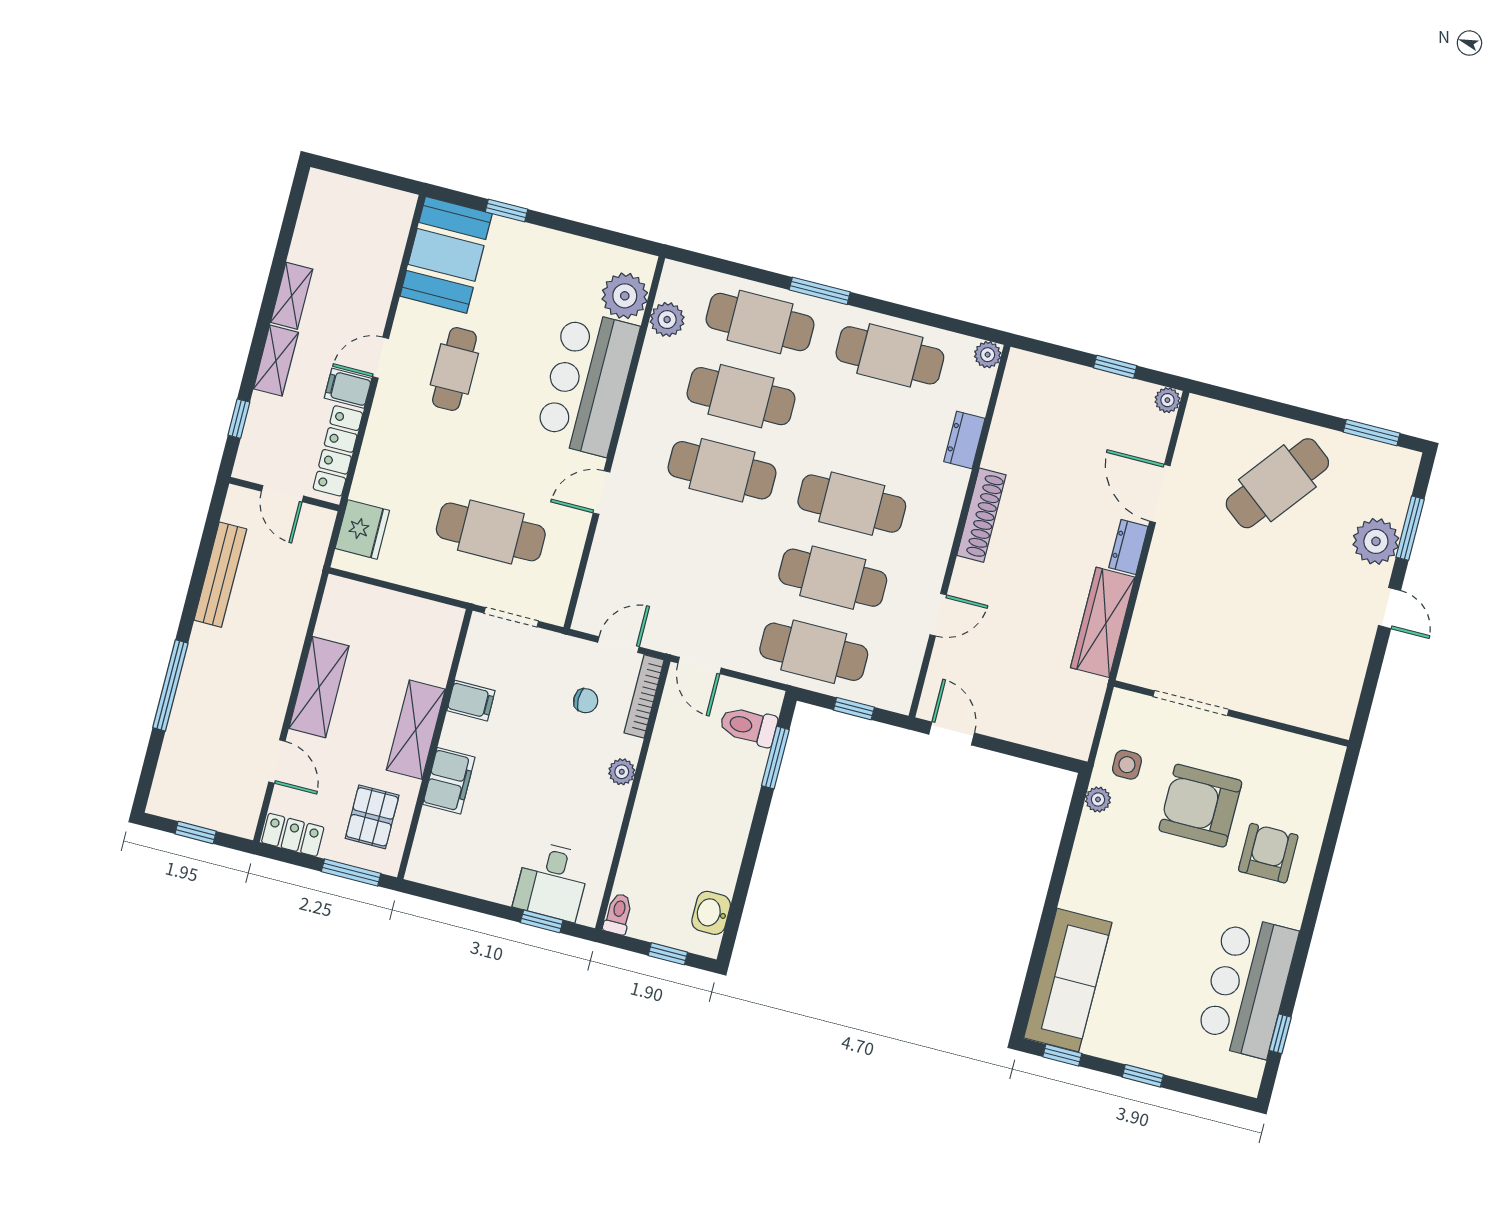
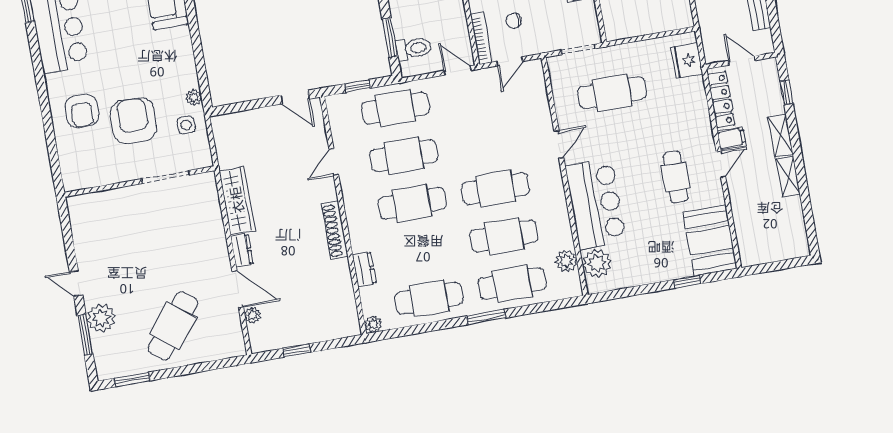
plant: (1167, 400) -> (253, 315), moved
armchair: (1200, 806) -> (133, 121), turned -90

